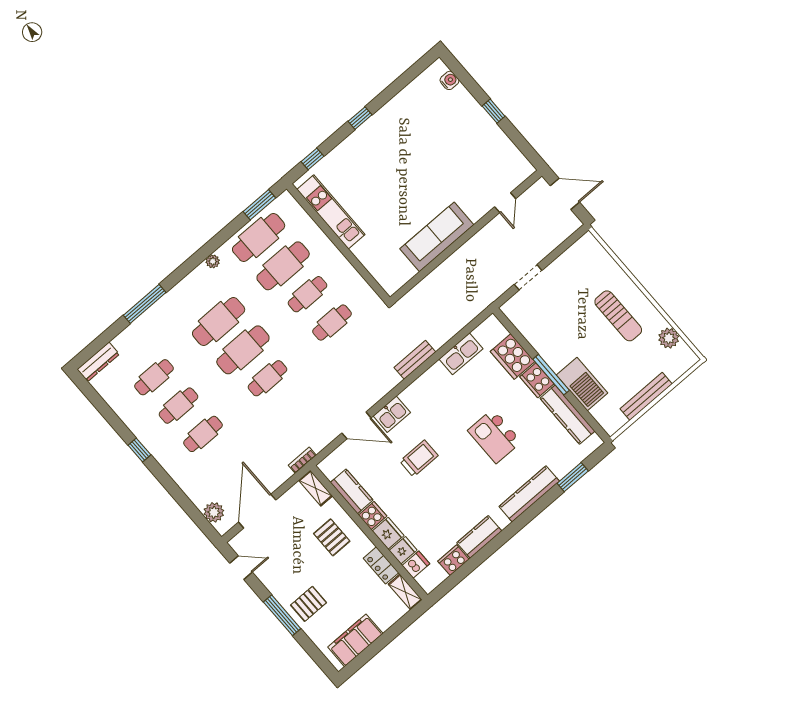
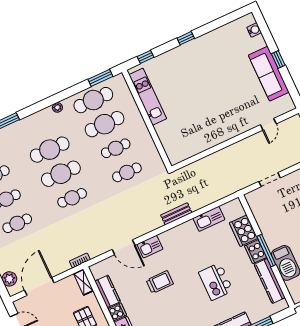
sofa: (437, 237) -> (269, 74), moved, turned -90

